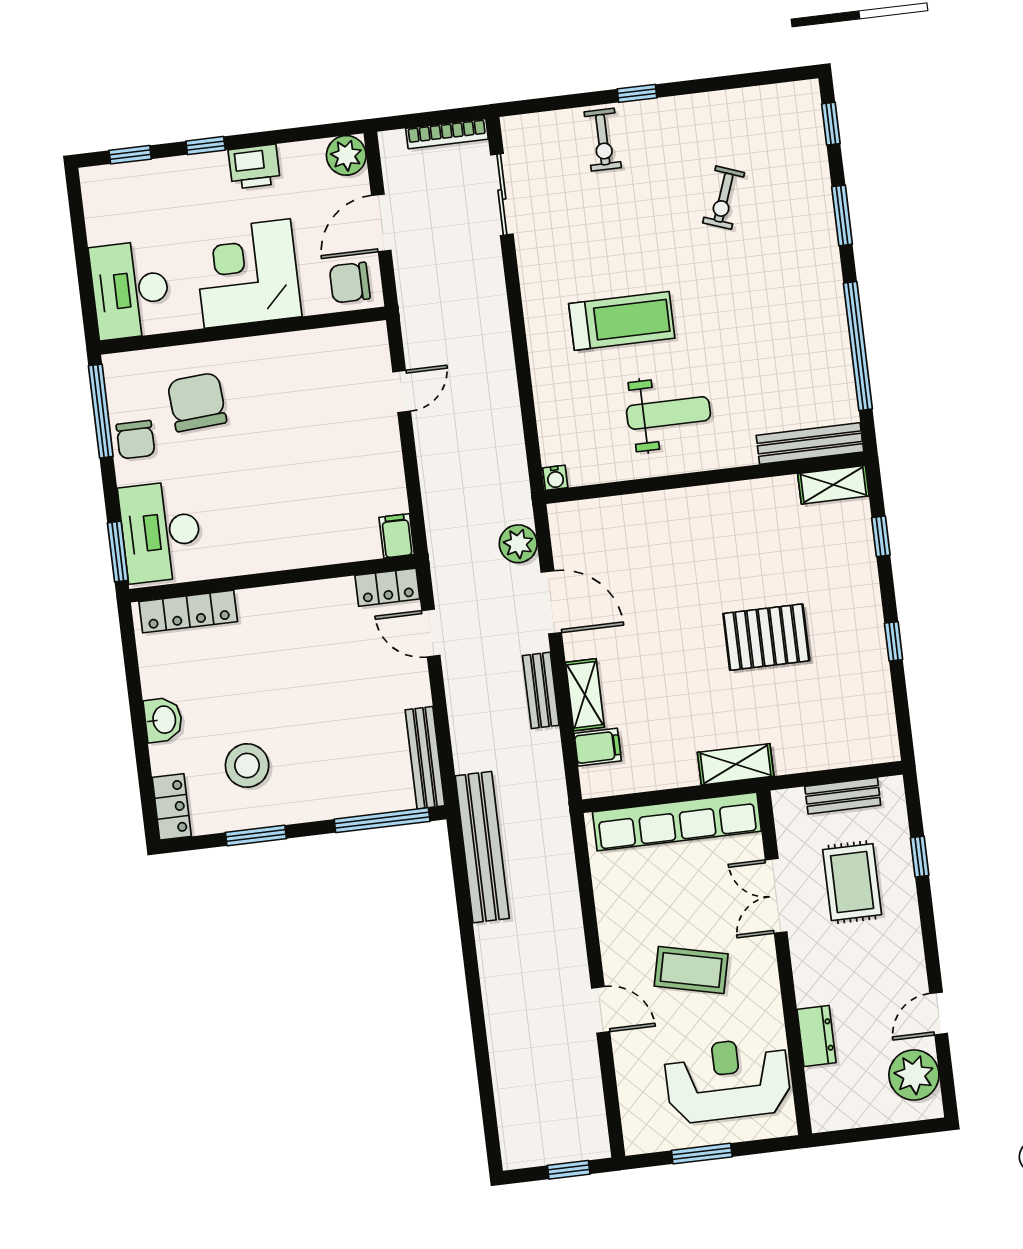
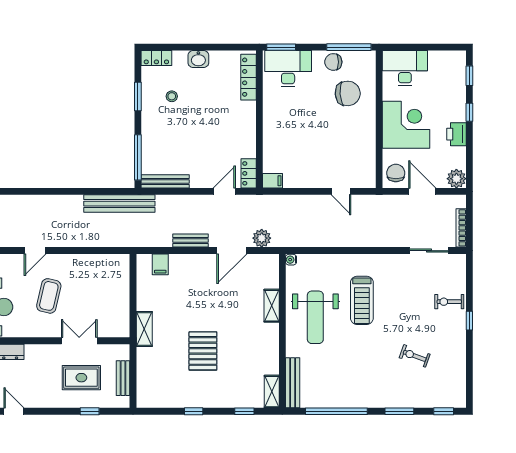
weight bench: (669, 413) -> (315, 317), width x1.36, depth x1.33
shelving: (585, 695) -> (272, 306), moved, turned 90
stool: (247, 766) -> (172, 96), width x0.53, depth x0.53
row of seats: (677, 822) -> (120, 298), removed

